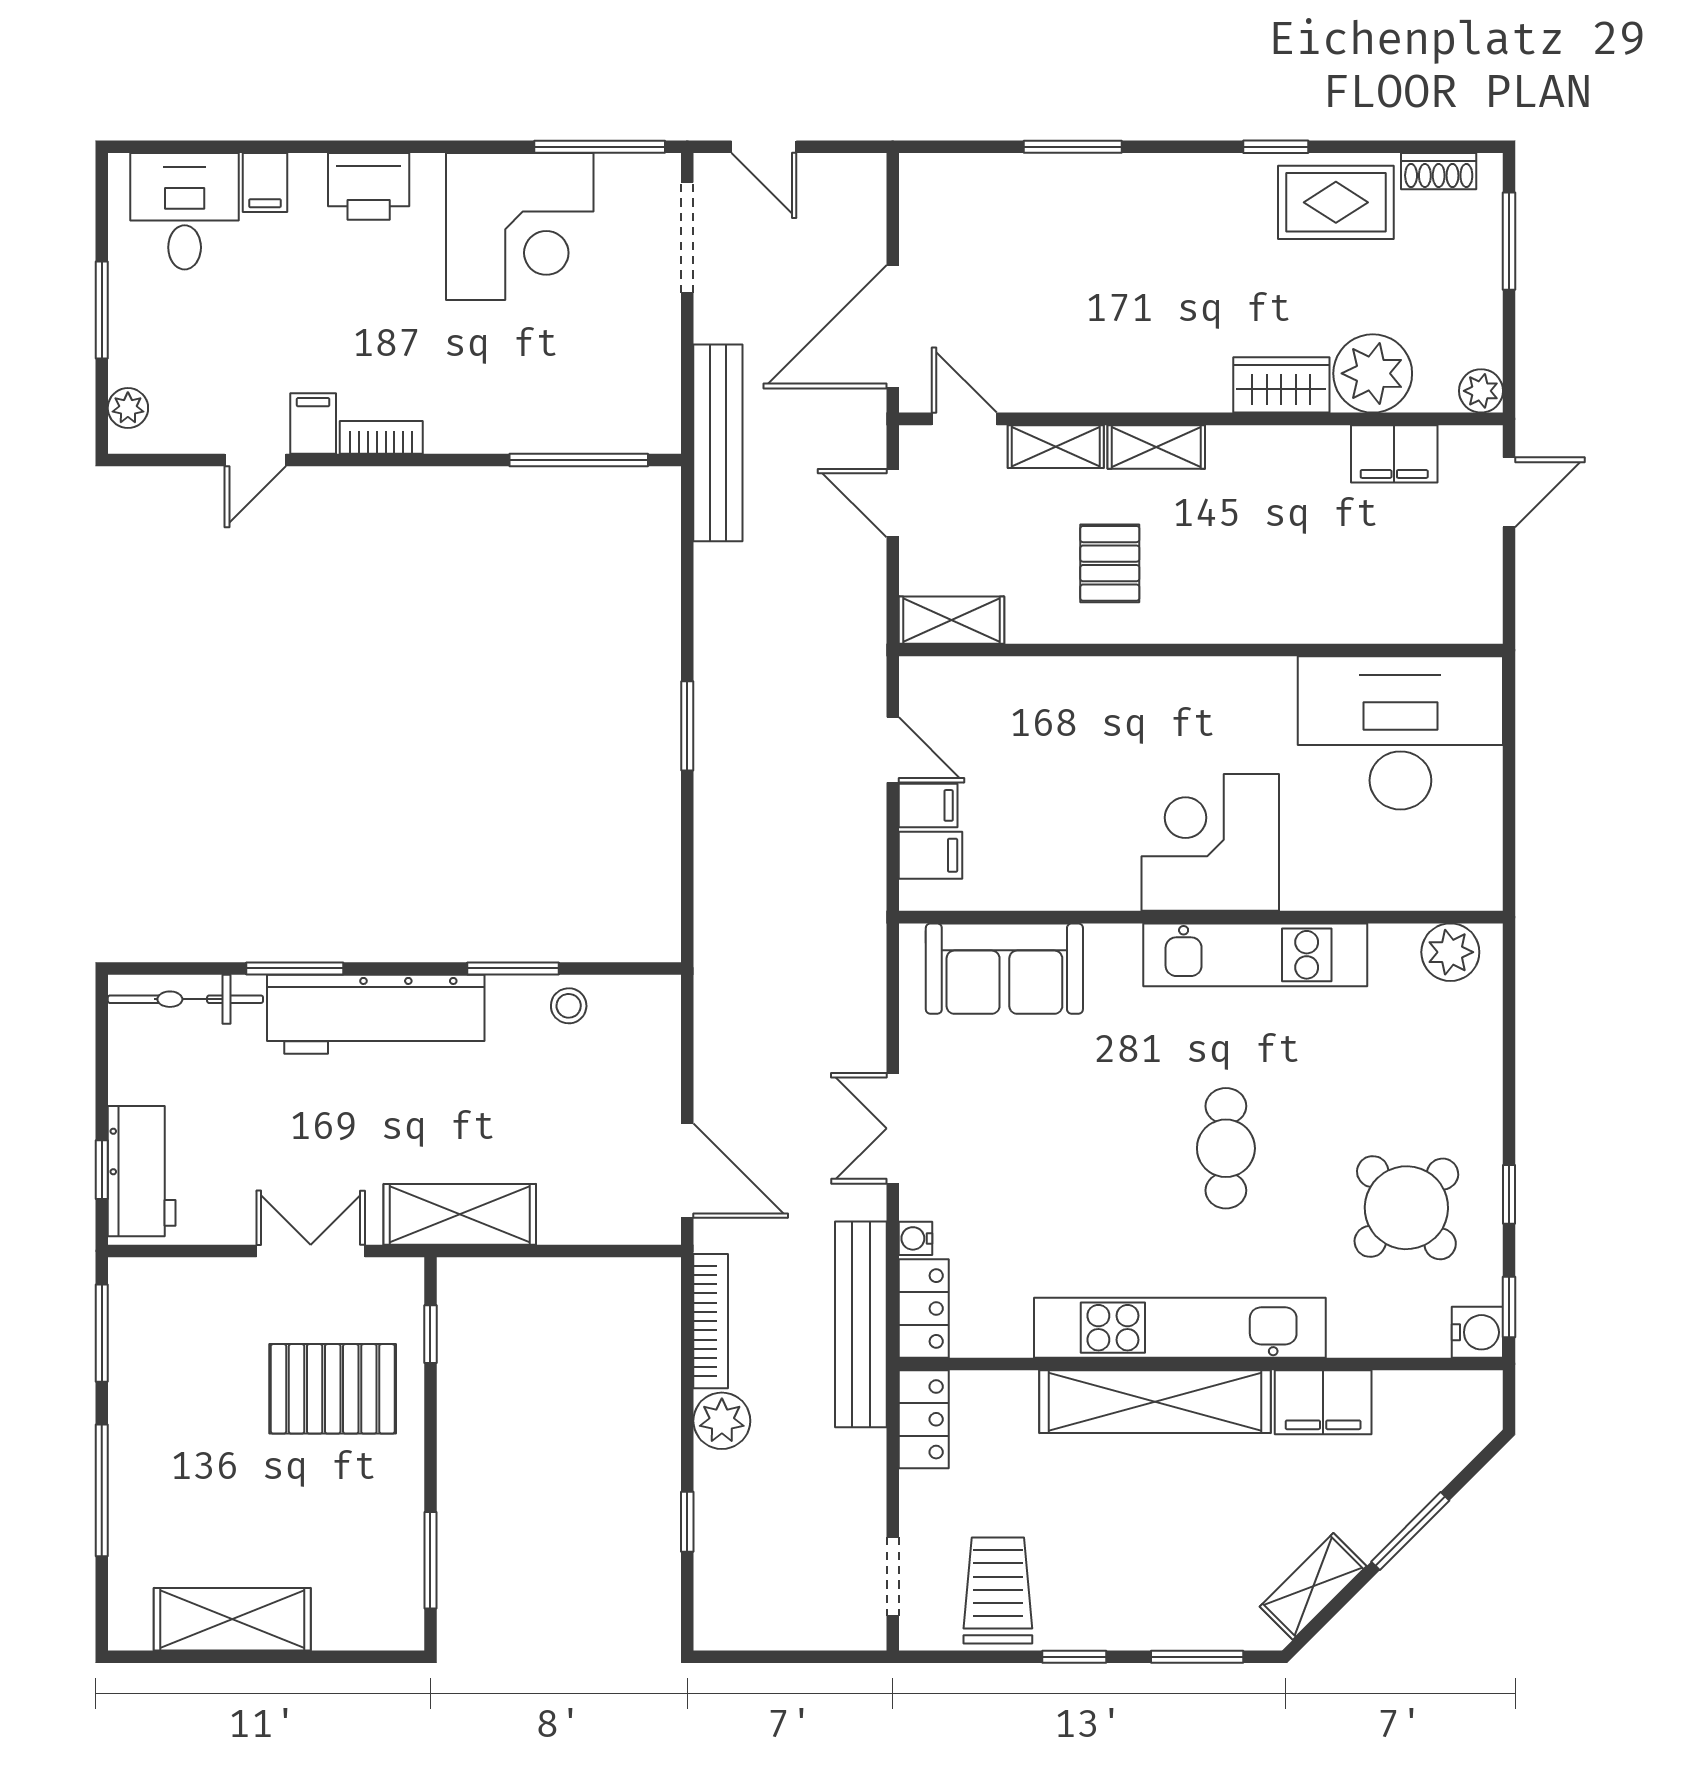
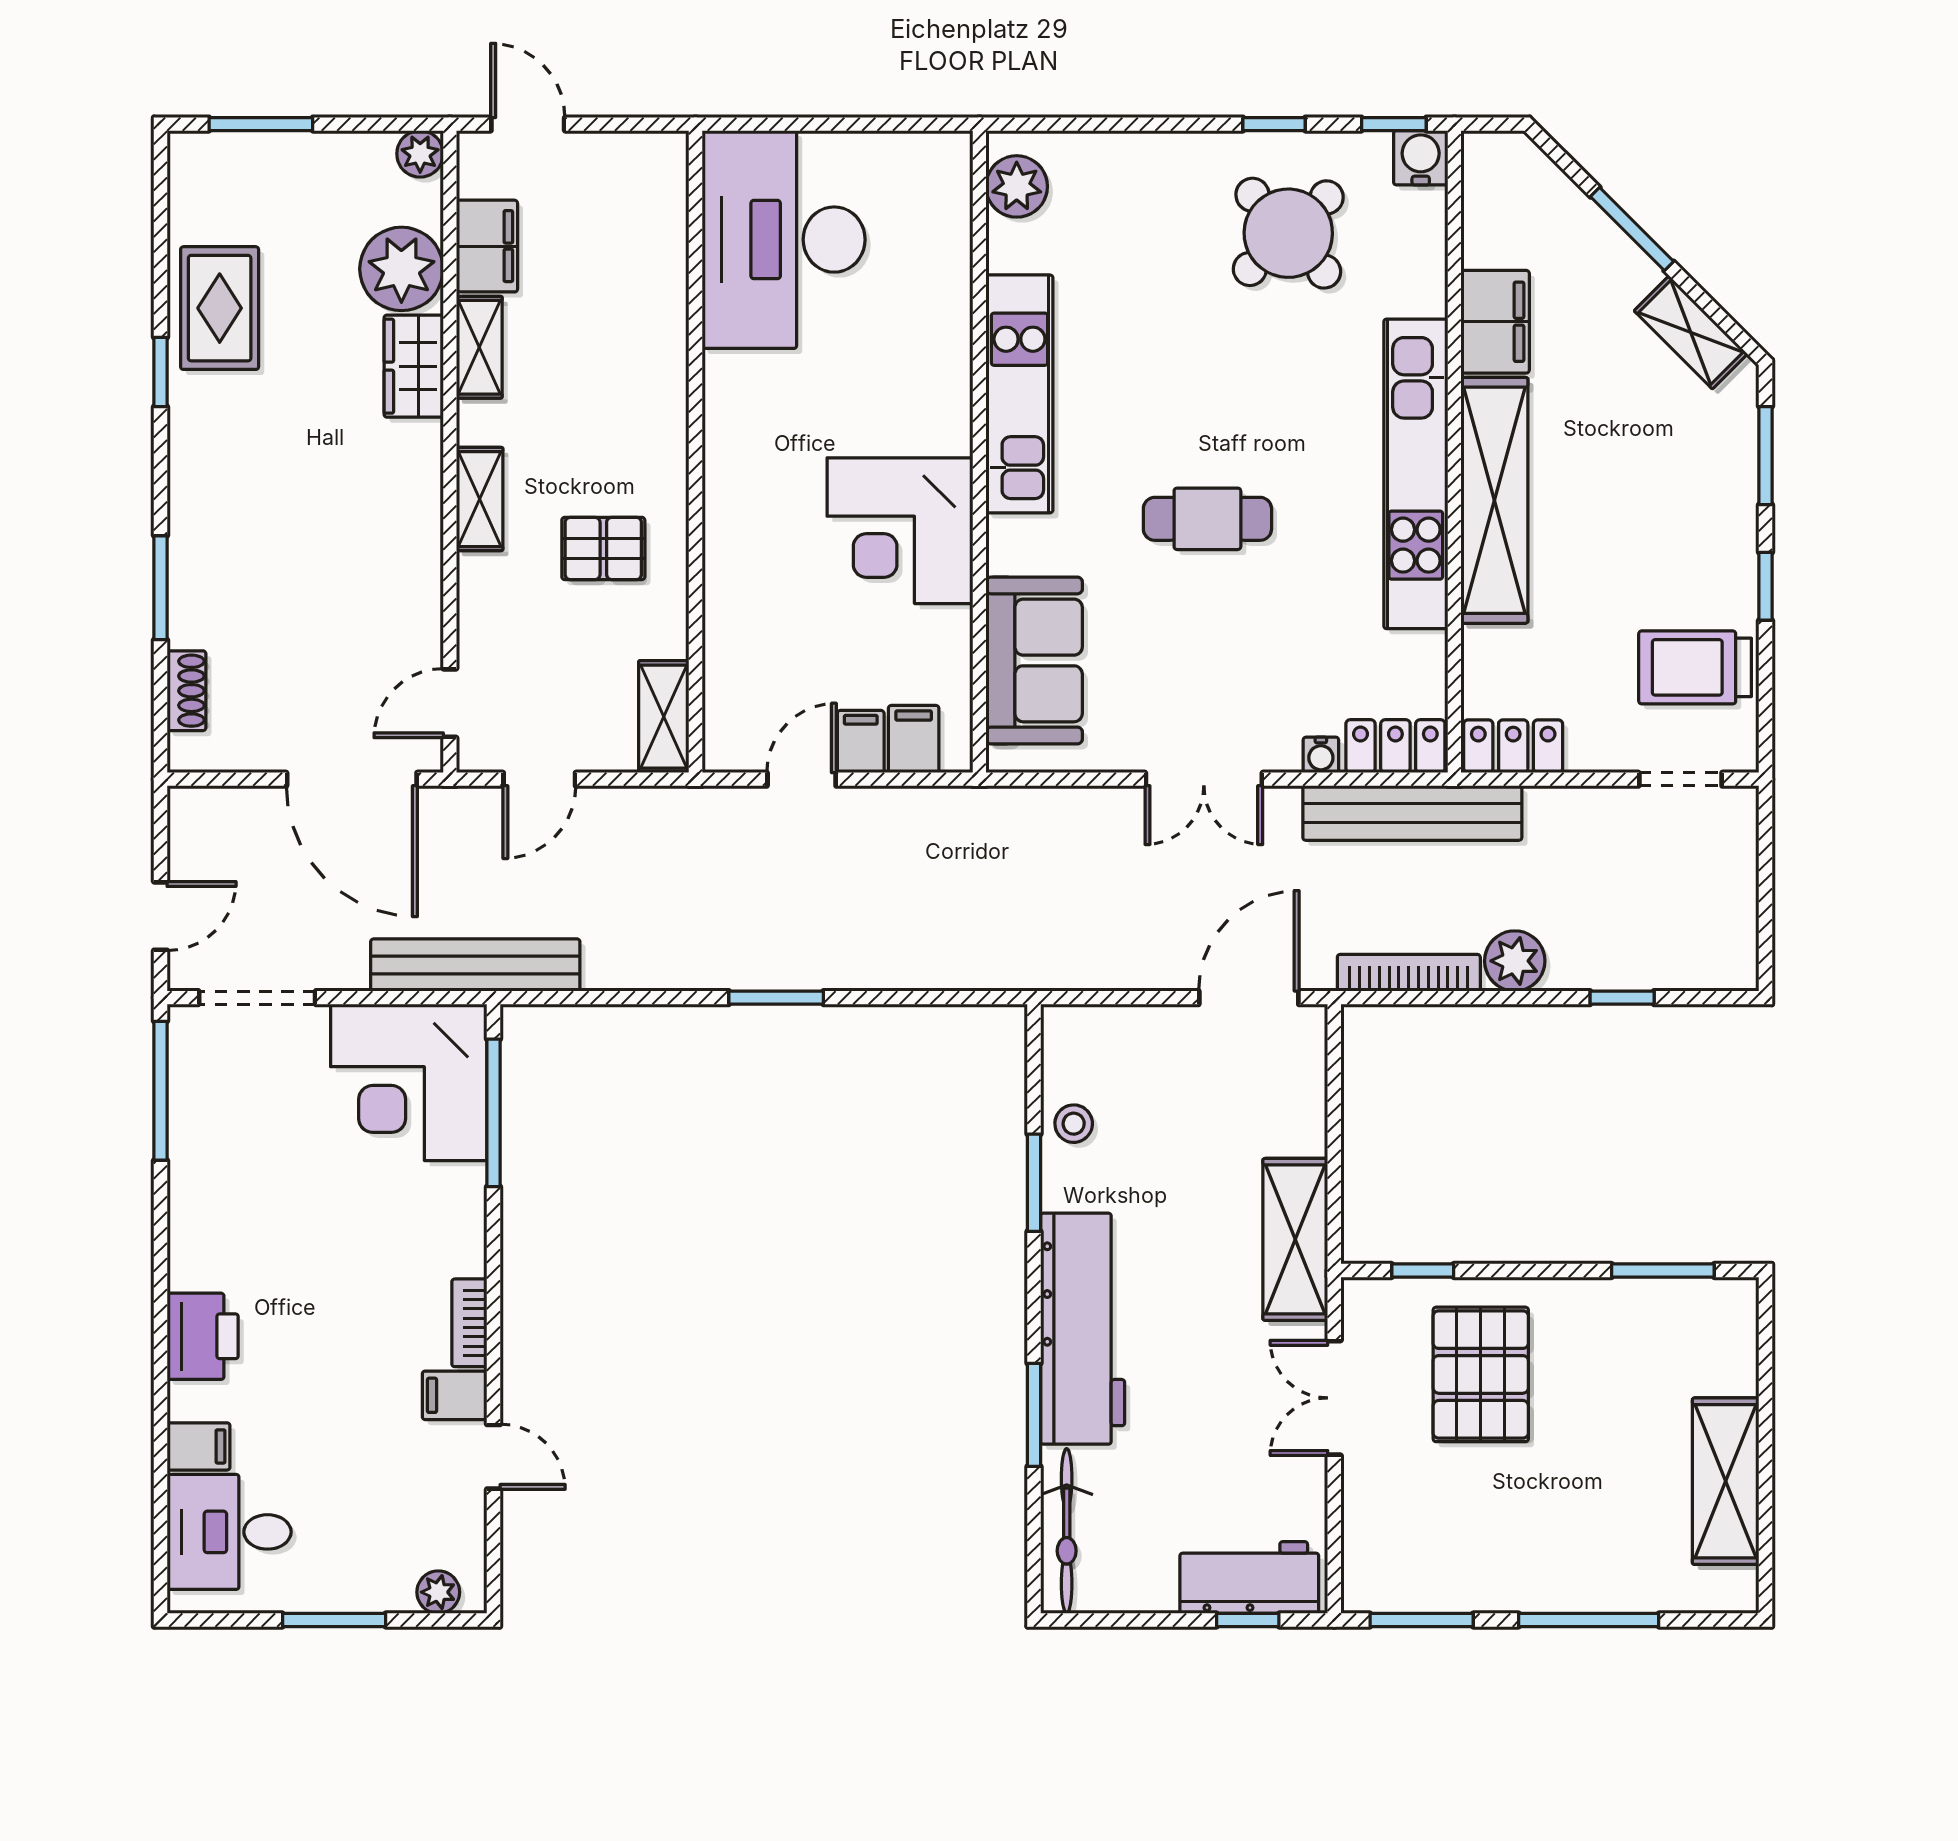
shoe rack: (1439, 171) -> (186, 691), moved
corner desk: (520, 226) -> (409, 1082), moved, turned 180
shelving: (1056, 447) -> (479, 347), moved
corner desk: (1210, 842) -> (900, 531), moved
cafe table: (1226, 1148) -> (1207, 519), moved

